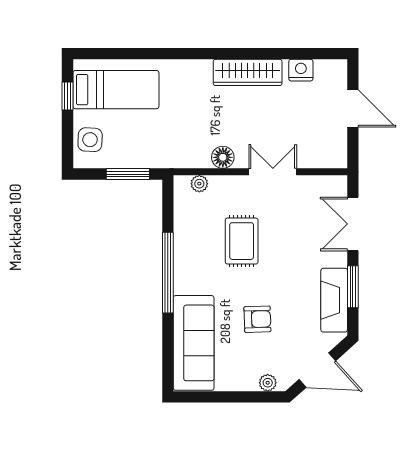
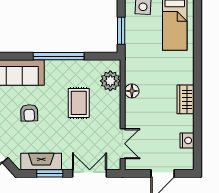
wardrobe: (248, 72) -> (186, 99), width x0.67
double door: (273, 172) -> (123, 144), moved
plant: (199, 184) -> (110, 81), width x1.87, depth x1.87
rug: (242, 241) -> (79, 103), turned 90

